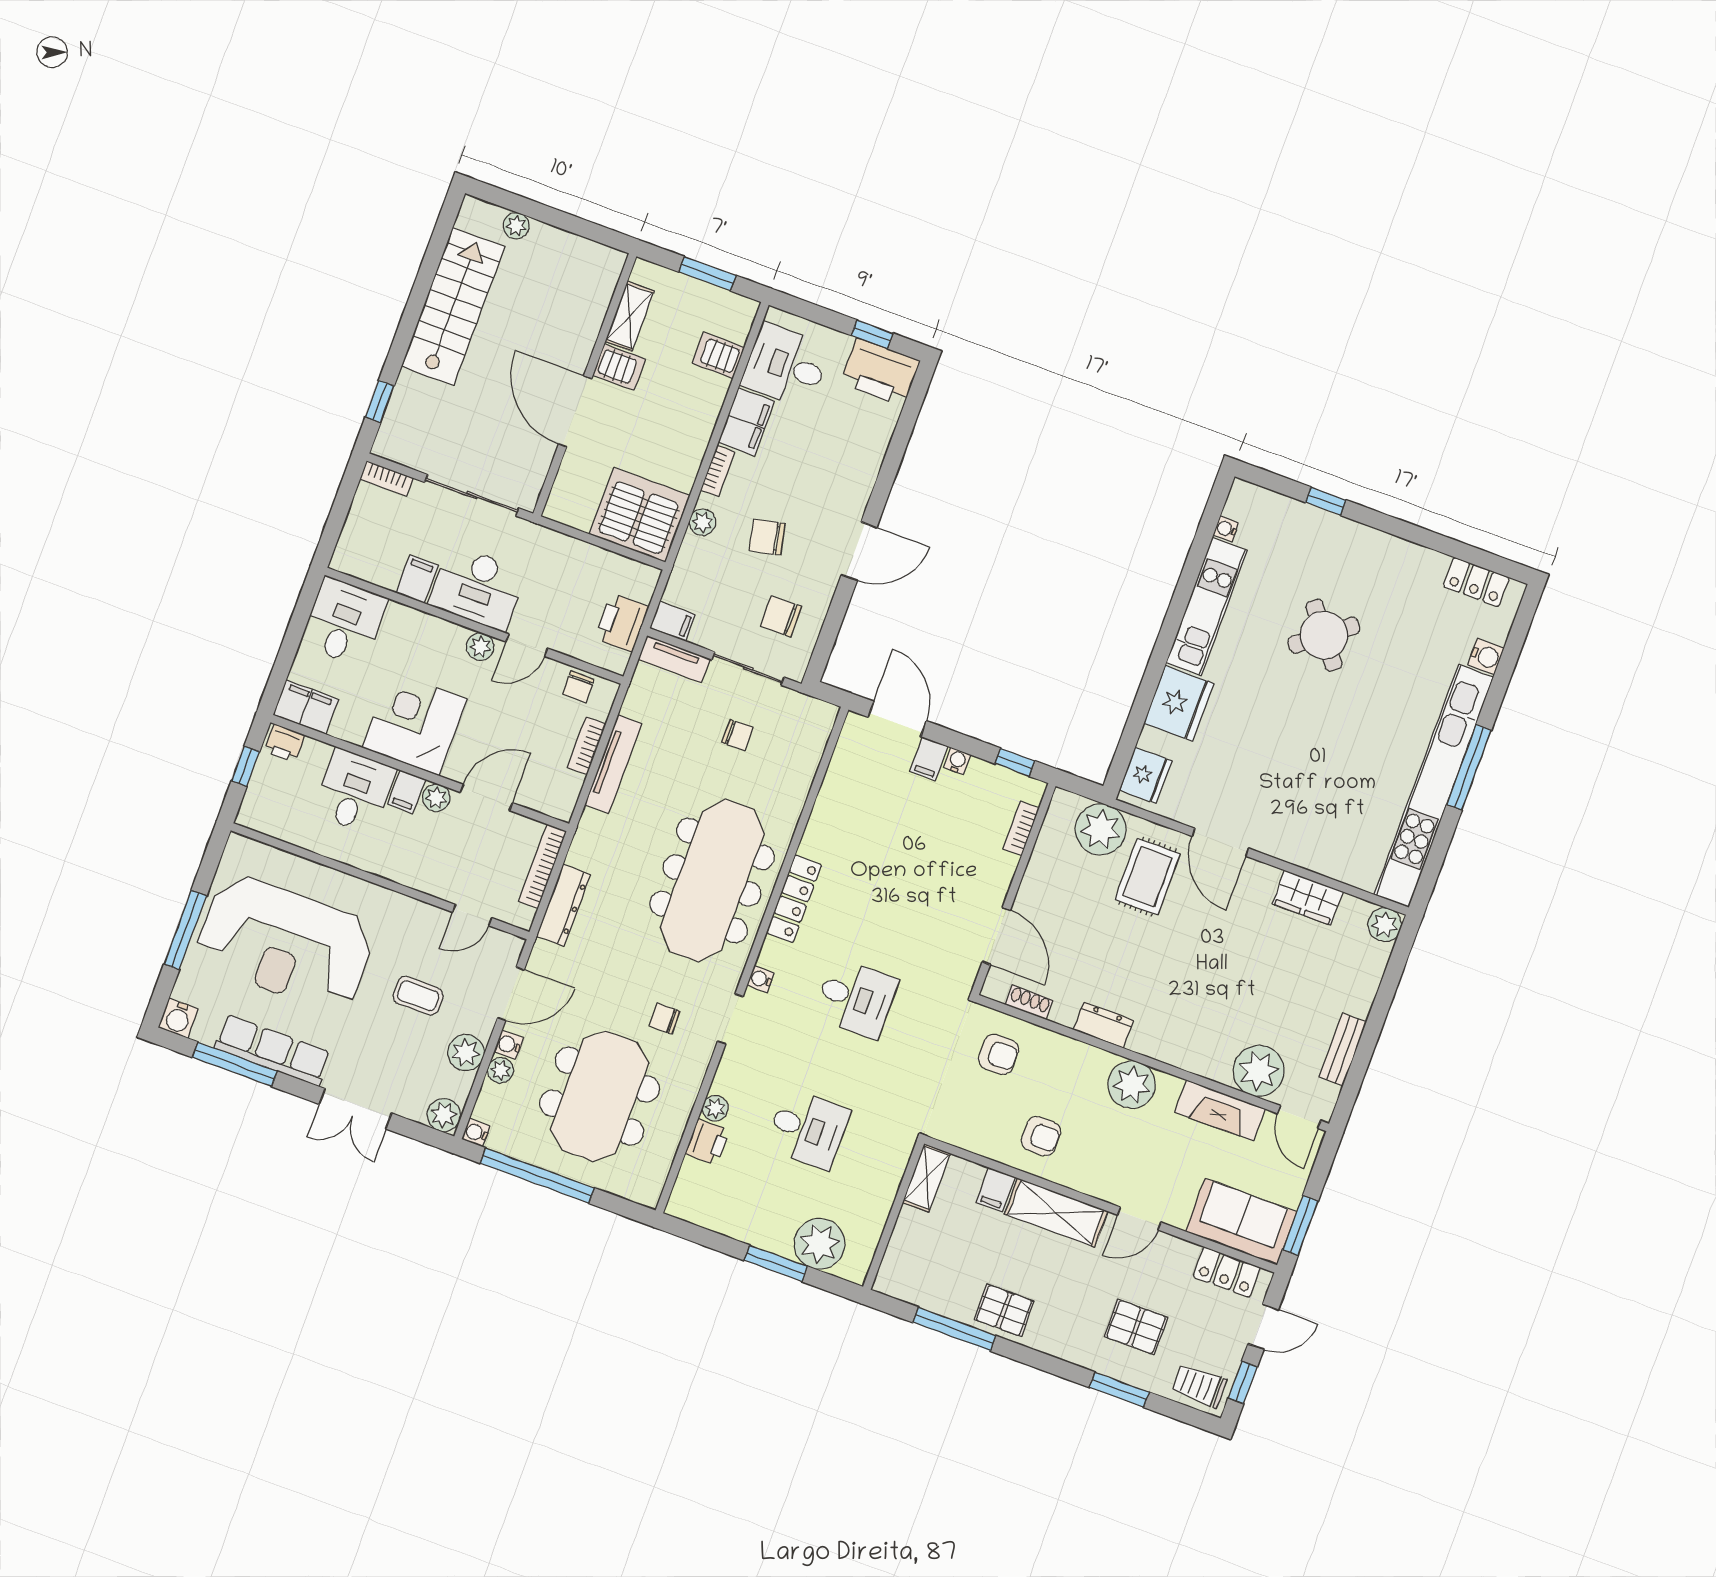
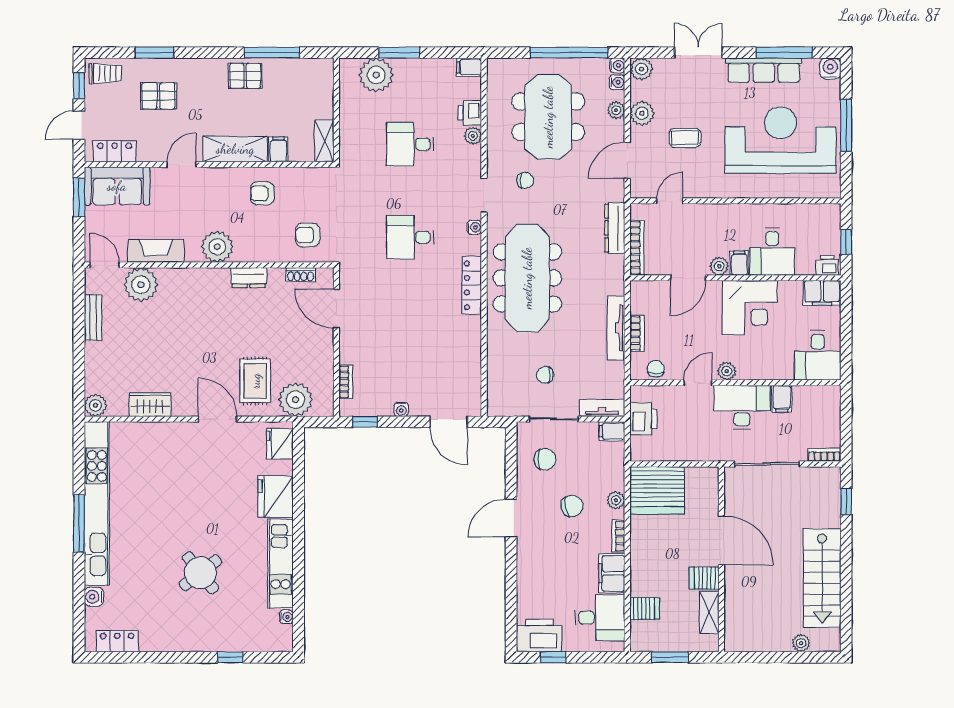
filing cabinet: (929, 759) -> (469, 67), moved, turned -90
water cooler: (509, 1045) -> (617, 82), moved

